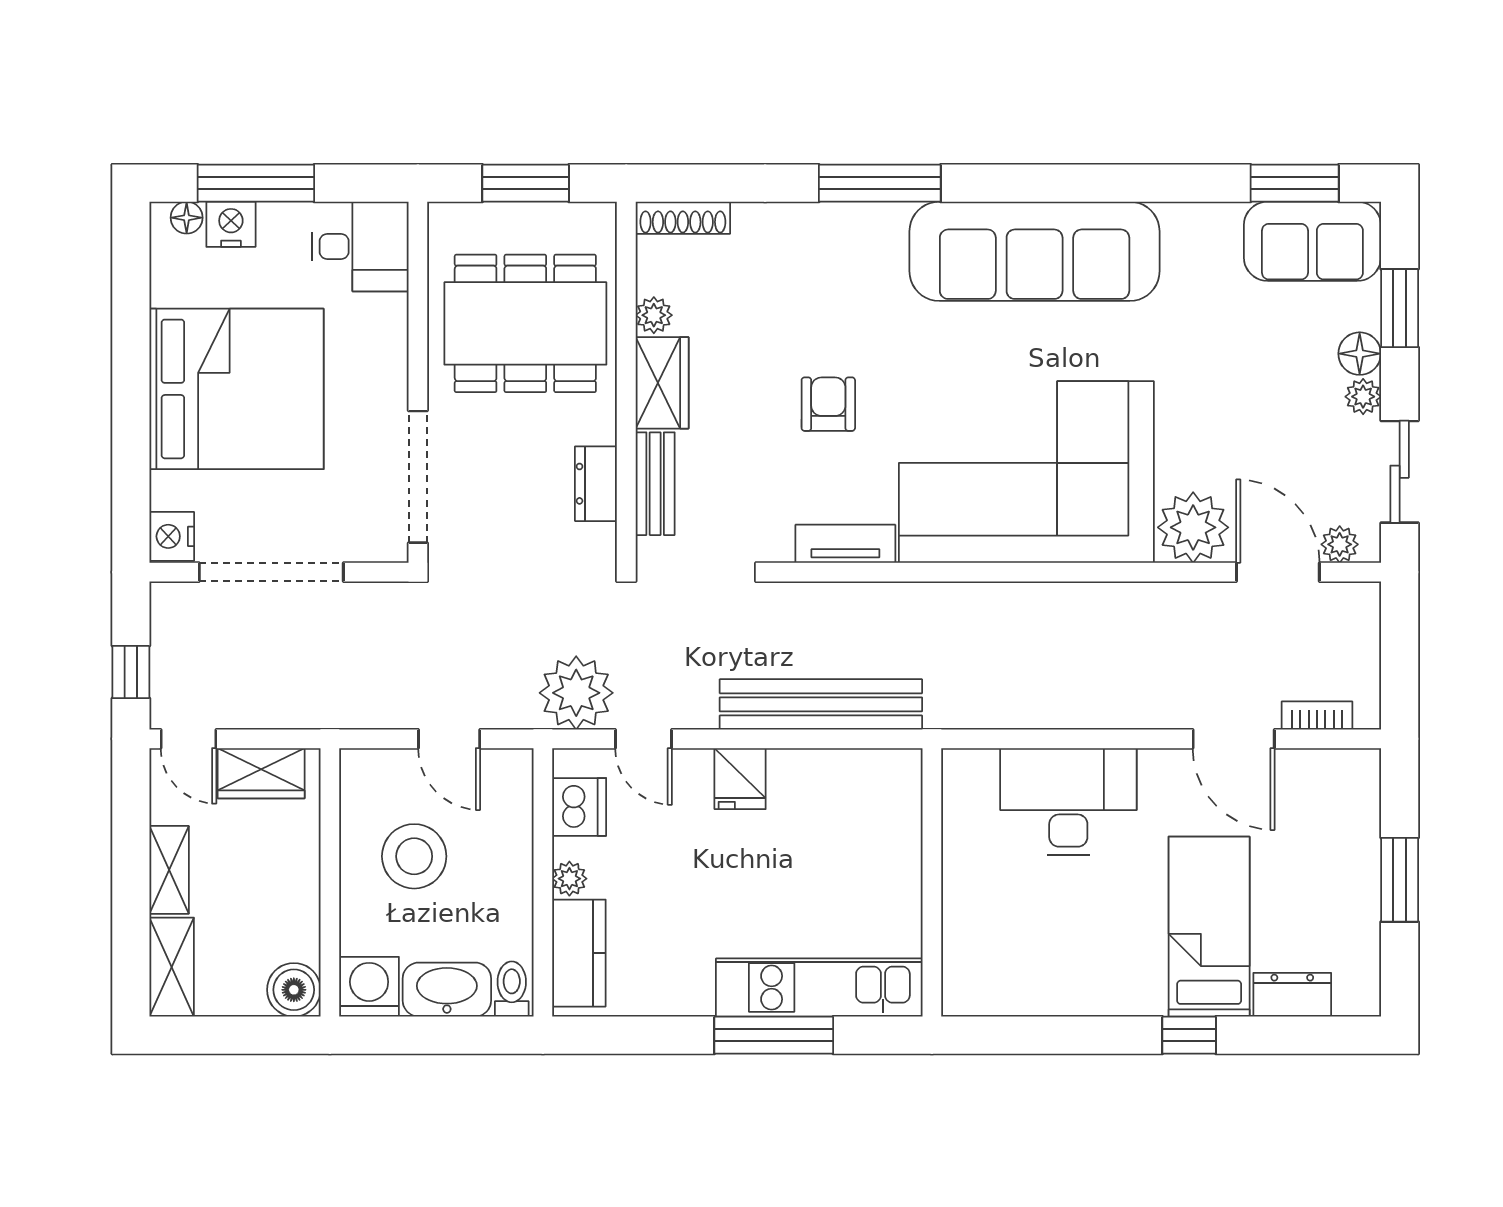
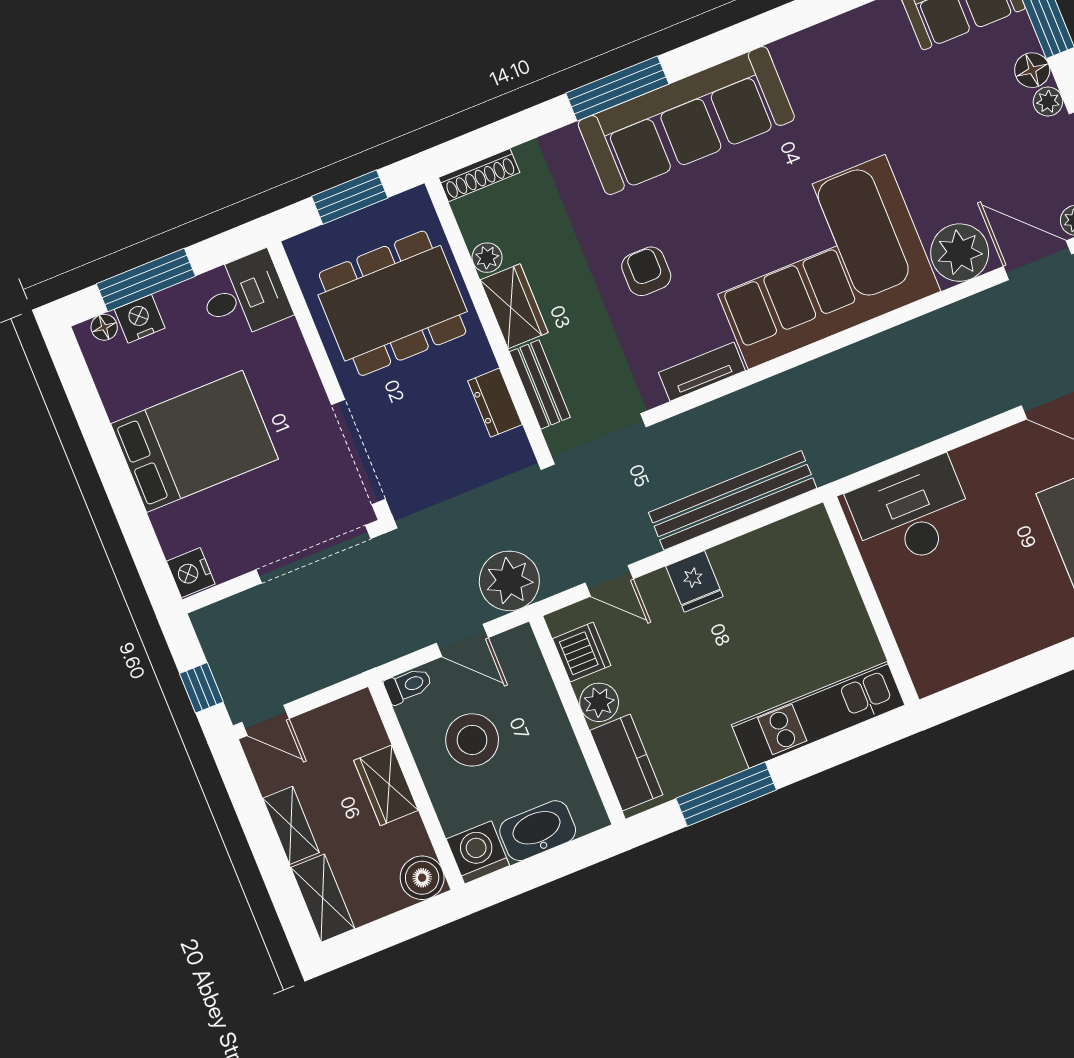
sofa: (1035, 251) -> (686, 121), moved
bed: (237, 389) -> (194, 441), width x0.73
doorway: (271, 572) -> (314, 554), moved
plant: (576, 693) -> (509, 581), moved
wardrobe: (261, 773) -> (386, 785), moved, turned 90
desk: (1068, 802) -> (912, 513), moved
plant: (569, 879) -> (599, 702), width x1.38, depth x1.38
toilet: (512, 989) -> (408, 686), moved, turned 90
window: (774, 1035) -> (726, 794), moved

